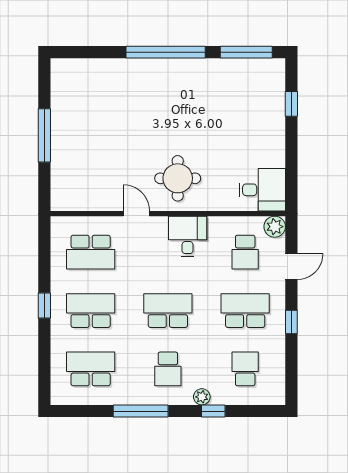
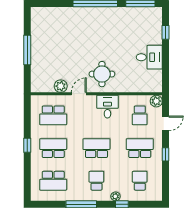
desk: (262, 190) -> (149, 57), moved
plant: (104, 200) -> (61, 86), added
door: (136, 214) -> (79, 94), hinge flipped
school desk: (91, 369) -> (53, 181), turned 180
school desk: (168, 369) -> (96, 181), turned 180

